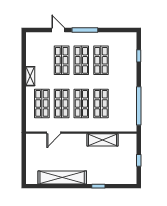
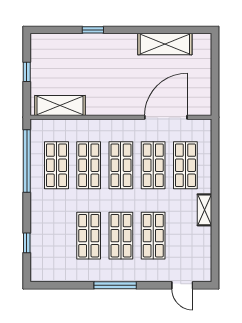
door: (58, 30) -> (182, 285), moved
shop shelf: (121, 103) -> (56, 165), added
door: (54, 133) -> (166, 117), width x1.87
shelving: (103, 140) -> (60, 105), moved
shelving: (62, 177) -> (165, 44), width x0.68

